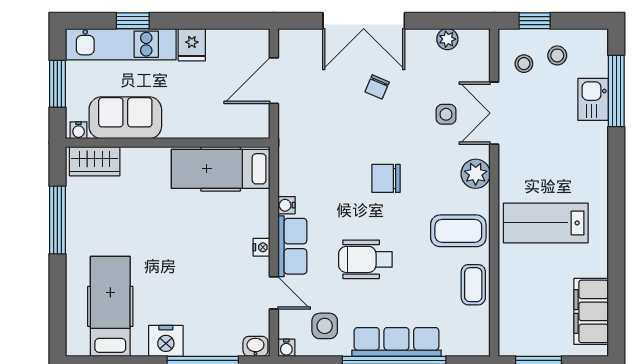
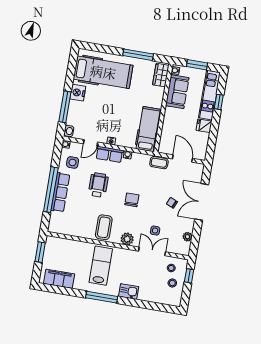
window: (616, 91) -> (102, 297), moved
kitchen sink: (593, 99) -> (129, 292), moved
coffee table: (473, 285) -> (159, 163), moved
hospital bed: (110, 306) -> (103, 72), width x1.37, depth x1.29

